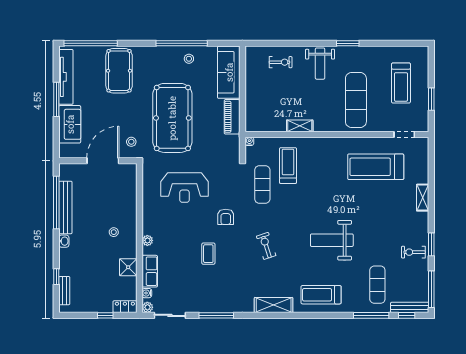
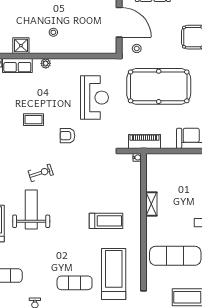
piano: (232, 117) -> (144, 141), moved
treadmill: (288, 166) -> (106, 221), moved
exercise mat: (262, 185) -> (75, 283), moved
reception desk: (184, 188) -> (94, 98), turned 180
weight bench: (332, 240) -> (31, 209), moved

